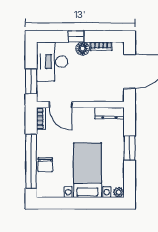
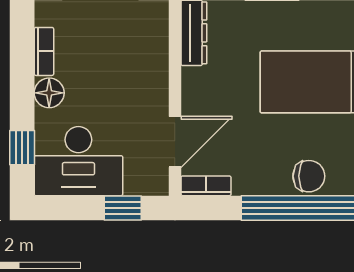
window: (76, 36) -> (22, 148), moved
window: (31, 81) -> (123, 208), width x0.67

